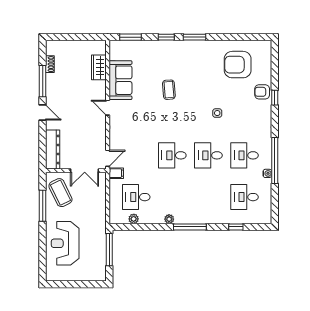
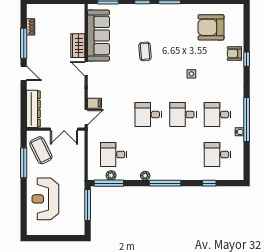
wardrobe: (99, 67) -> (78, 46), moved
sofa: (120, 80) -> (98, 36), width x1.36
filing cabinet: (116, 173) -> (94, 103), moved
window: (131, 227) -> (109, 183), added

